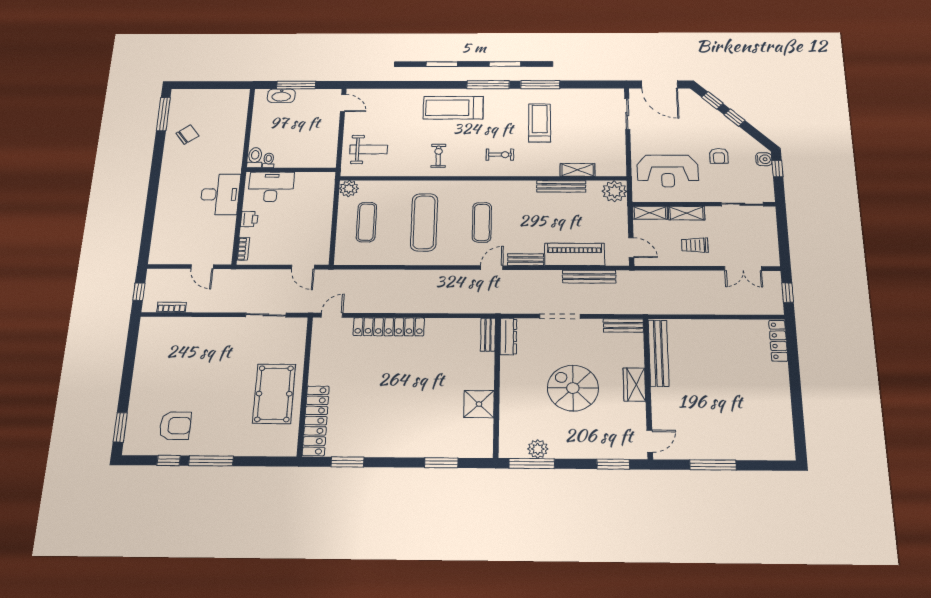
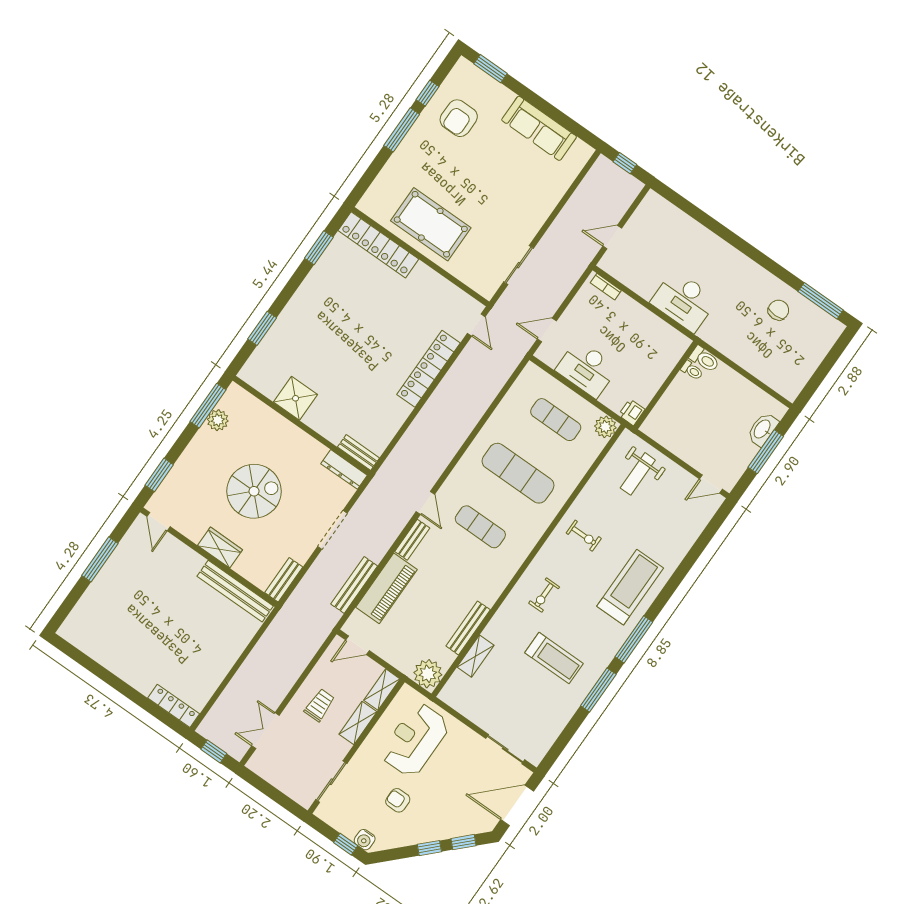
chair: (187, 135) -> (778, 310), turned -143
desk: (271, 187) -> (587, 369), moved, turned 90
printer: (249, 219) -> (632, 412), moved, turned 90
bookcase: (172, 307) -> (587, 184), removed
sofa: (148, 365) -> (539, 128), added

